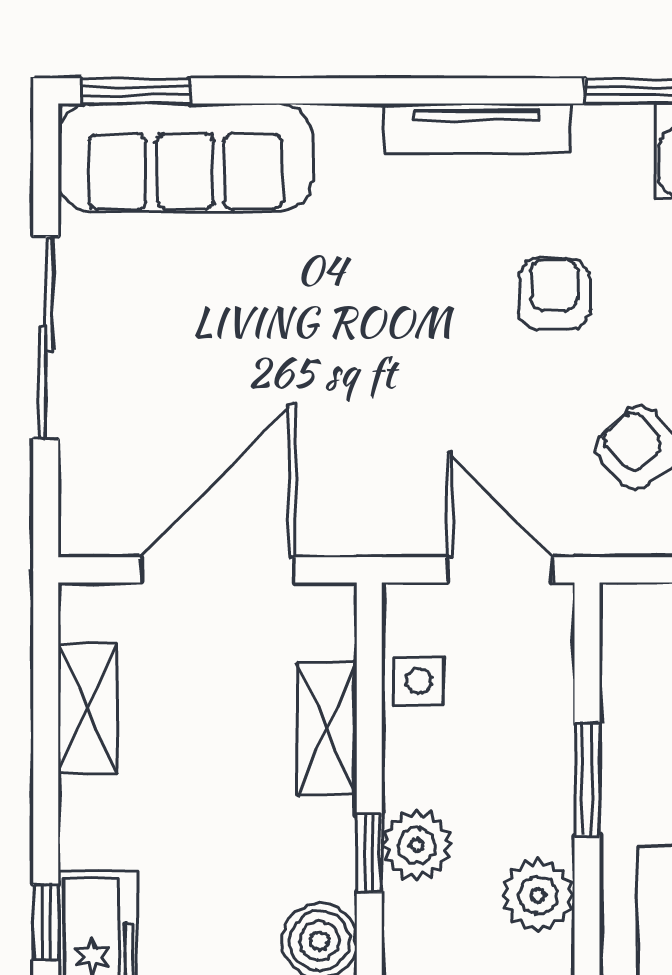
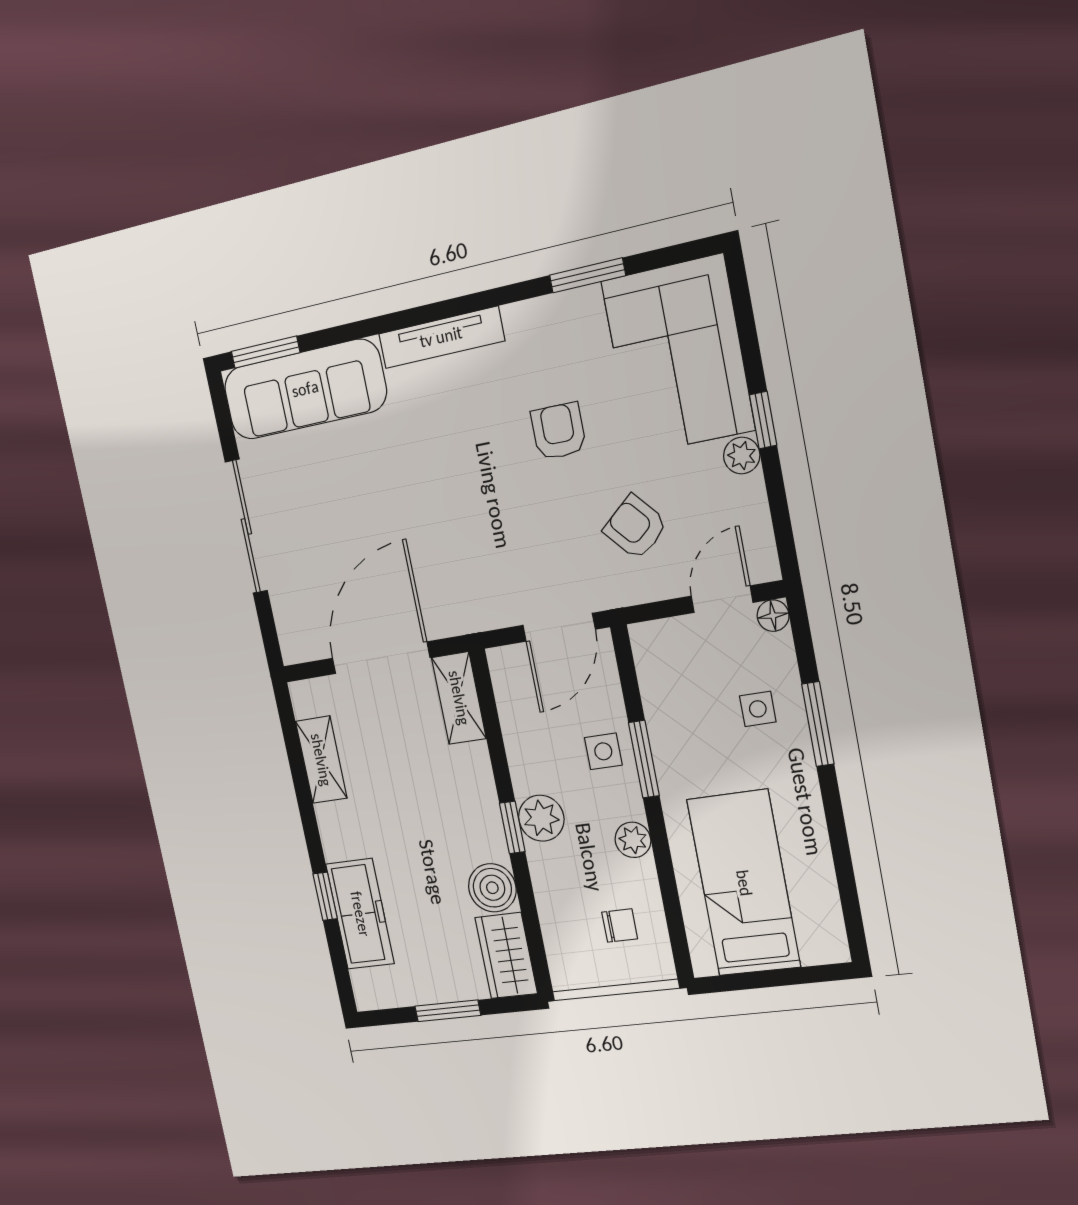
tv unit: (477, 129) -> (441, 337), moved
door: (500, 570) -> (559, 627), swing flipped
side table: (419, 681) -> (603, 751), moved
shelving: (327, 729) -> (459, 698), moved
plant: (538, 895) -> (633, 840), width x0.73, depth x0.73

